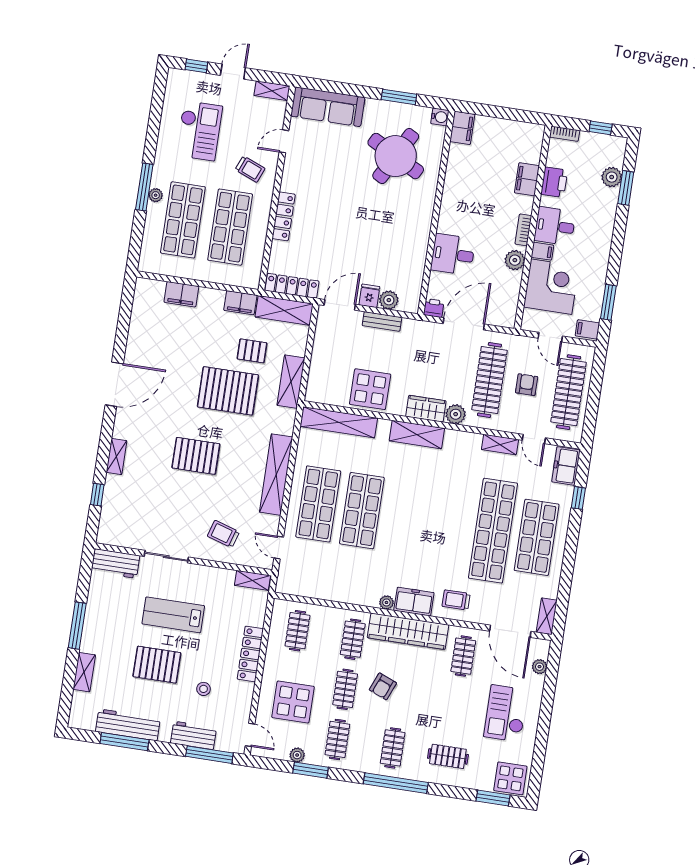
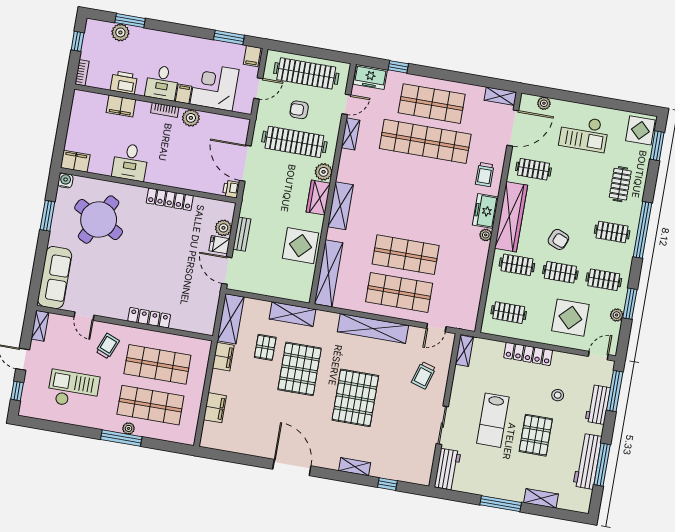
desk: (453, 254) -> (130, 162), moved
locker: (292, 286) -> (170, 199), moved, turned -90
pallet: (196, 456) -> (355, 398), width x1.37, depth x1.41

